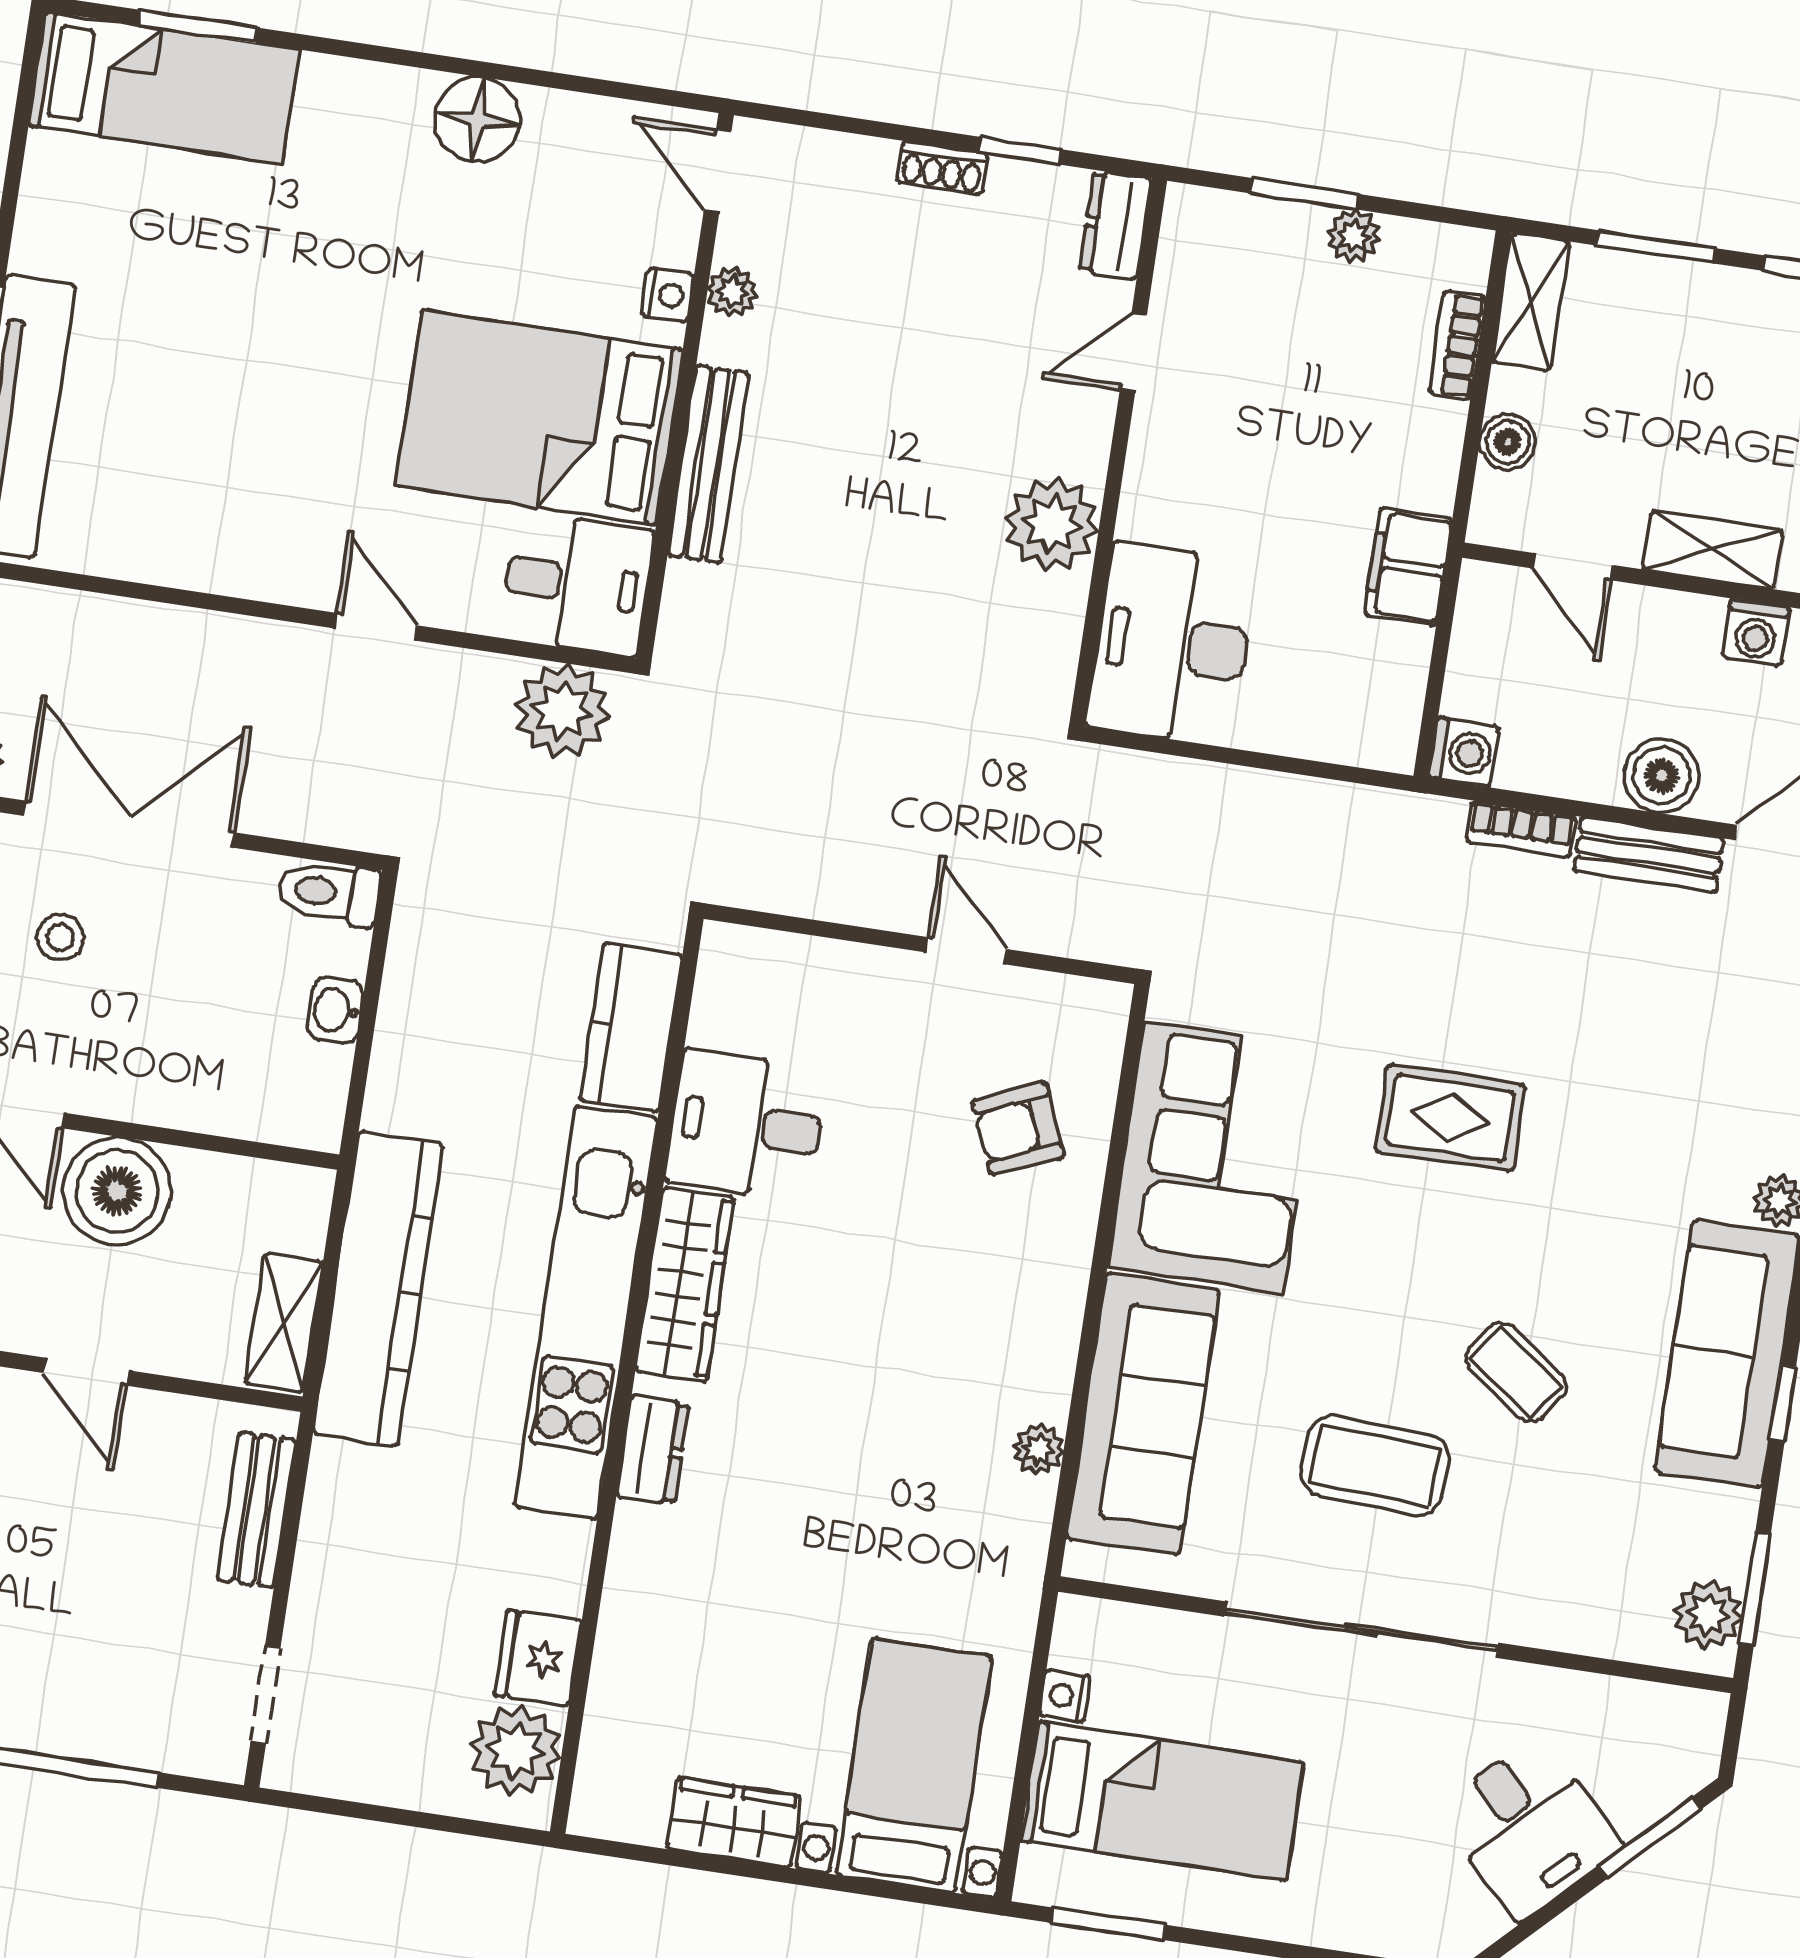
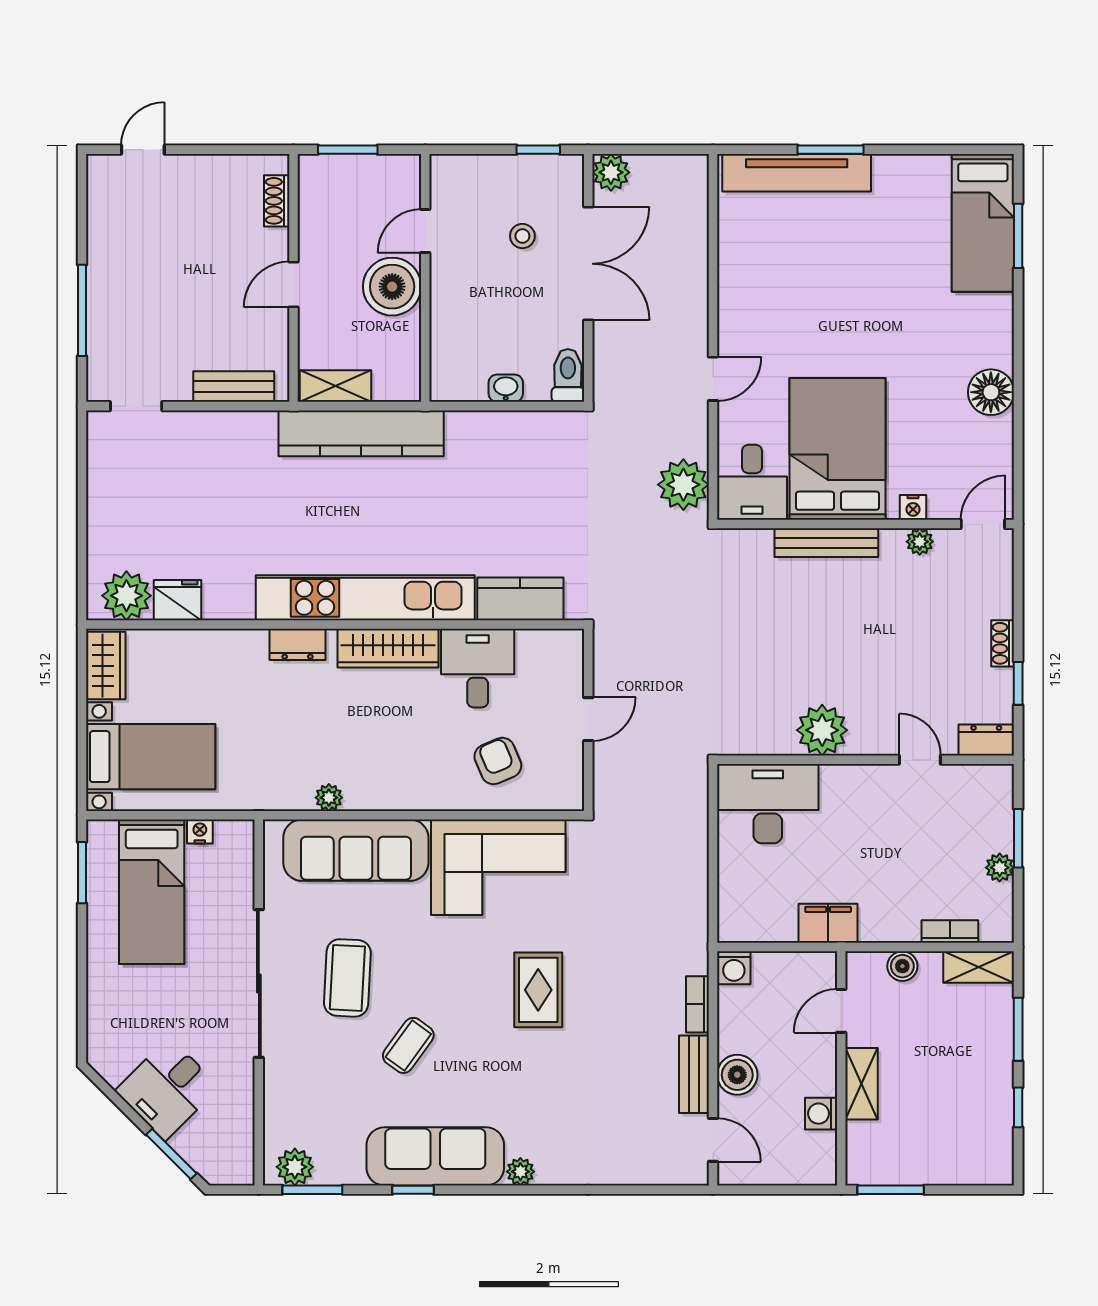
kitchen counter: (631, 1028) -> (520, 599), moved
desk: (746, 1125) -> (478, 668), moved
wardrobe: (685, 1284) -> (388, 648), moved
kitchen unit: (586, 1312) -> (365, 598), moved
wall: (627, 1375) -> (335, 625), moved
dresser: (653, 1450) -> (298, 644), moved
fridge: (538, 1658) -> (178, 600), moved
plant: (516, 1751) -> (126, 596), moved

